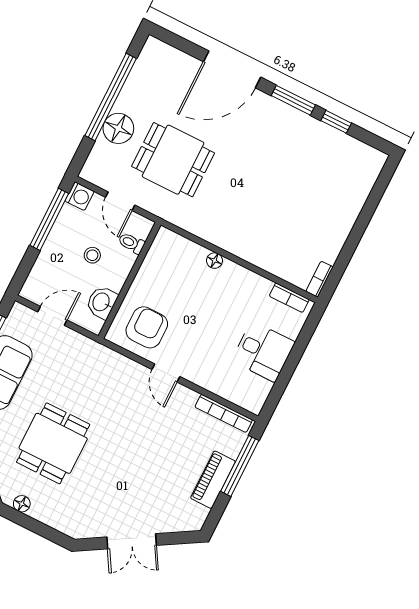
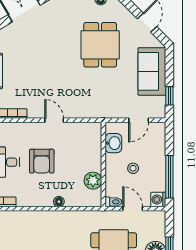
toilet: (131, 243) -> (113, 202), moved
plant: (155, 266) -> (93, 181), added
armchair: (147, 327) -> (42, 161), moved

